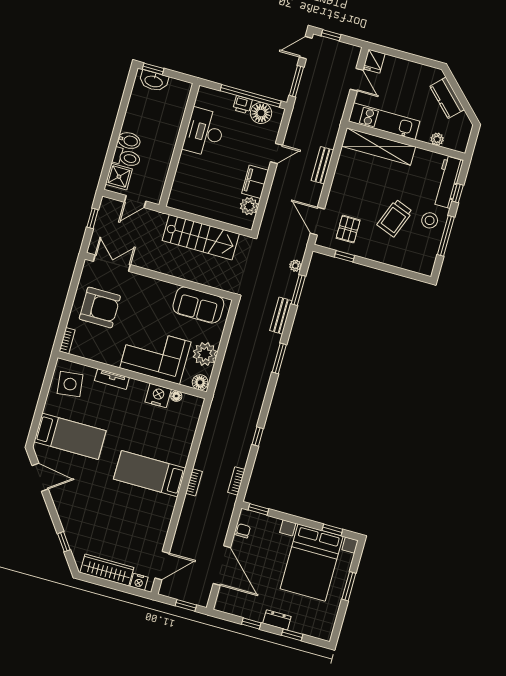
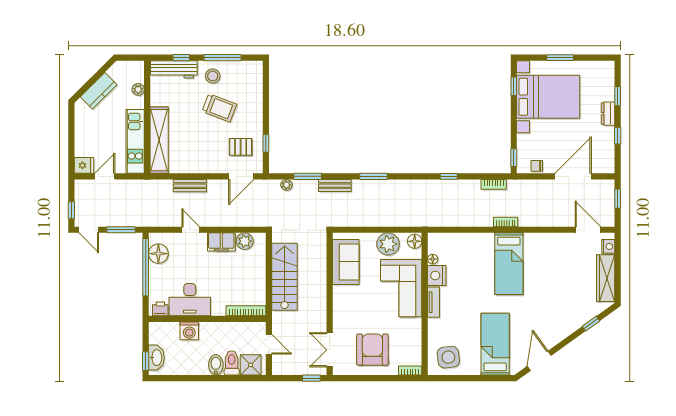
printer: (242, 105) -> (160, 309), moved, turned -90
washing machine: (172, 123) -> (189, 331), added
bookcase: (176, 187) -> (246, 311), added
window: (93, 218) -> (311, 378), moved
tv unit: (112, 379) -> (433, 302), moved

